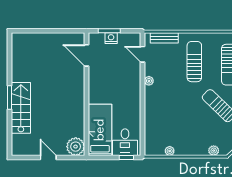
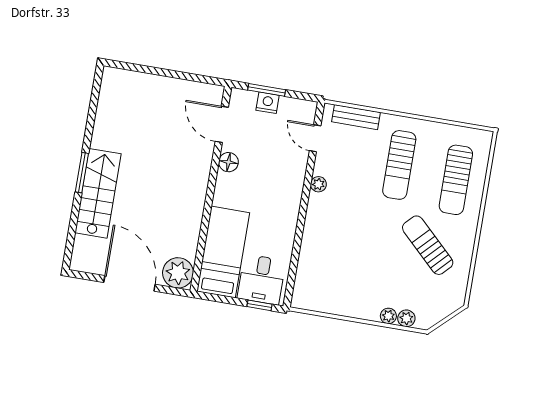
sun lounger: (194, 62) -> (399, 165), turned 180
floor lamp: (94, 77) -> (229, 162), added
plant: (170, 151) -> (388, 316), moved
door: (48, 158) -> (129, 283), width x1.88

